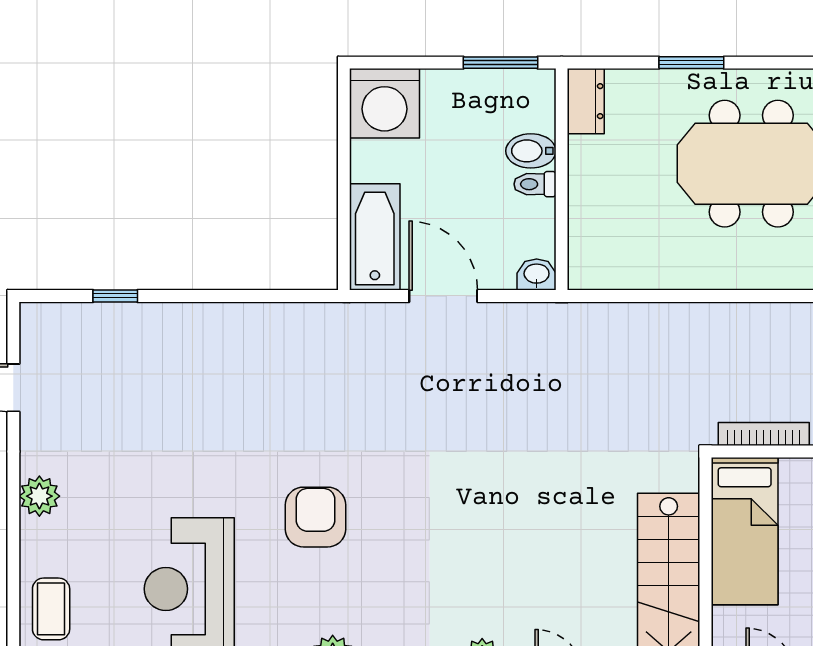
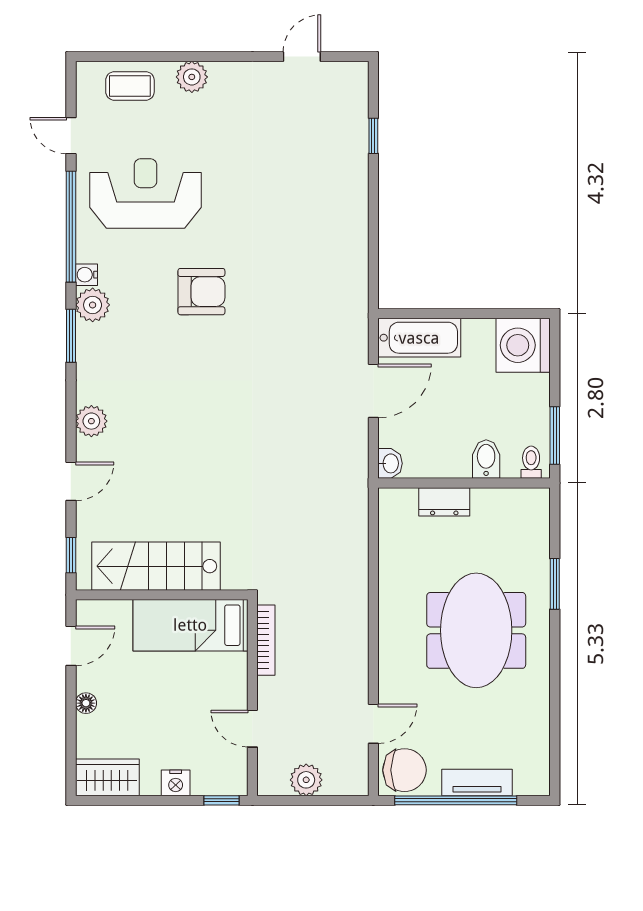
dresser: (586, 101) -> (444, 502), moved
toilet: (535, 184) -> (531, 462), moved
plant: (39, 496) -> (192, 77), moved

